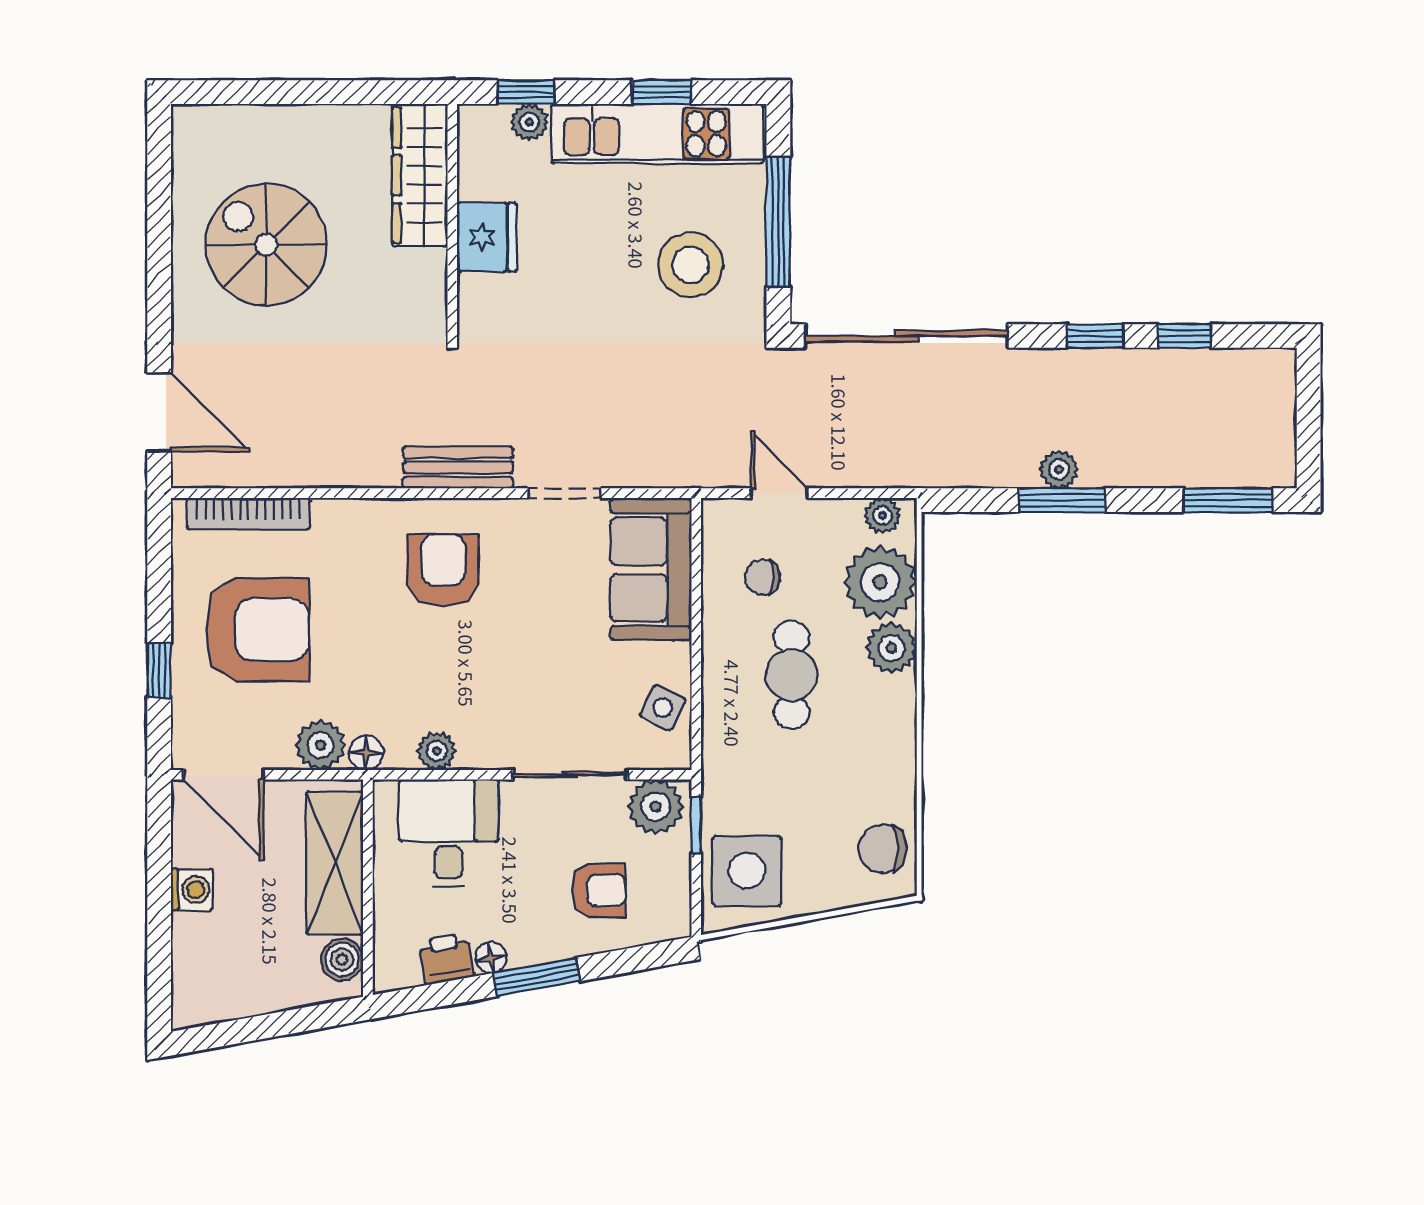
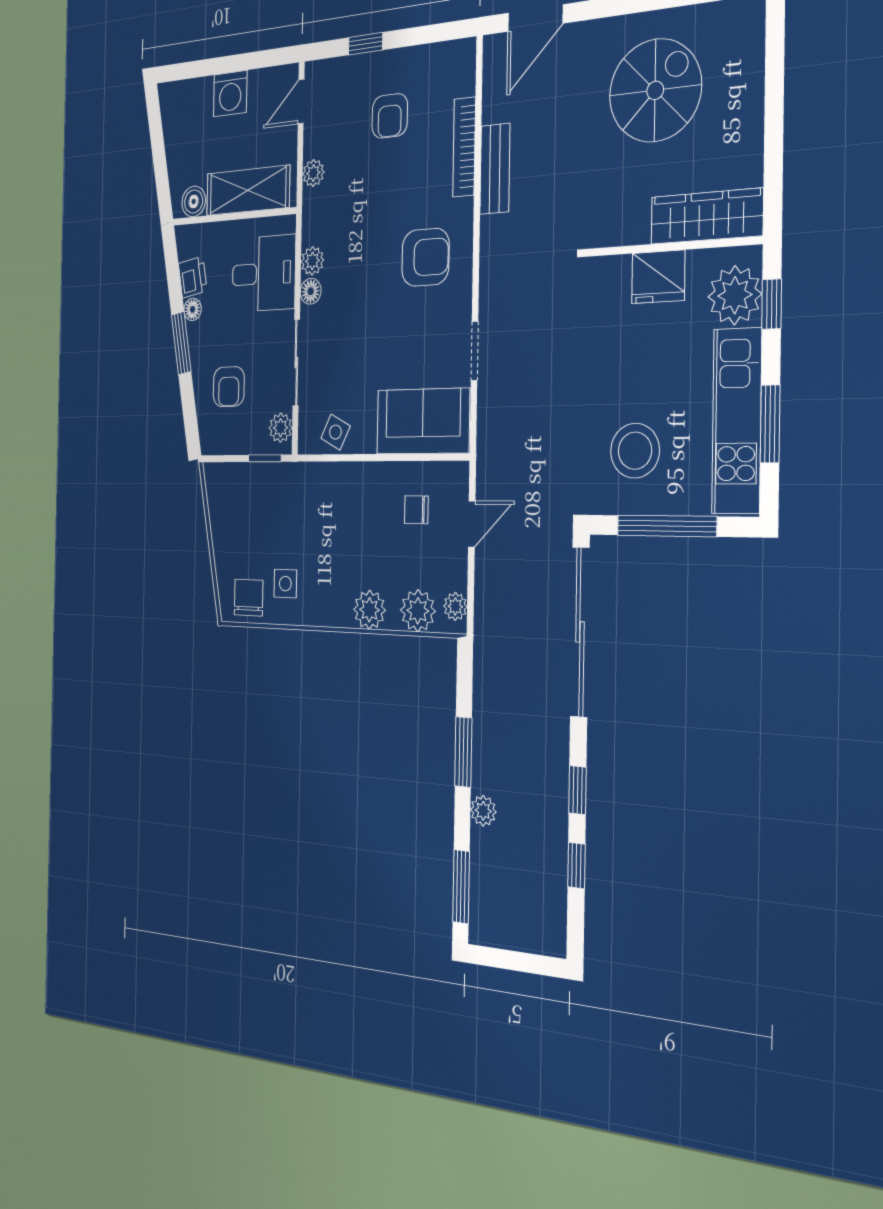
window: (662, 92) -> (770, 424), width x1.50
plant: (529, 122) -> (735, 295), width x1.88, depth x1.88
bench: (458, 467) -> (495, 169), moved
plant: (1059, 469) -> (483, 811), moved
bookcase: (248, 514) -> (464, 147), moved
chair: (763, 577) -> (416, 510), turned -91
plant: (880, 582) -> (418, 611), width x0.73, depth x0.73
armchair: (257, 629) -> (390, 116), width x0.53, depth x0.53
cafe table: (792, 675) -> (354, 532), removed
plant: (320, 745) -> (313, 173), width x0.73, depth x0.73
floor lamp: (366, 753) -> (311, 291), moved
door: (223, 775) -> (301, 102), width x0.73
plant: (656, 807) -> (281, 428), width x0.73, depth x0.73
side table: (747, 871) -> (285, 584), moved, width x0.54, depth x0.54
washing machine: (192, 890) -> (230, 94), width x1.38, depth x1.38

